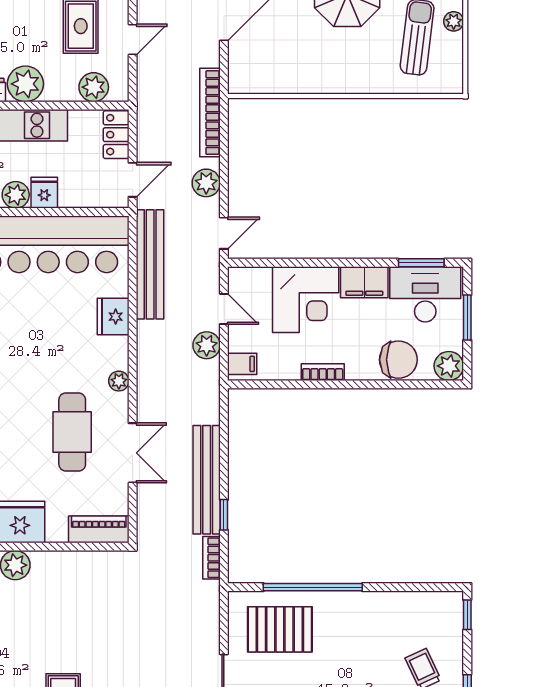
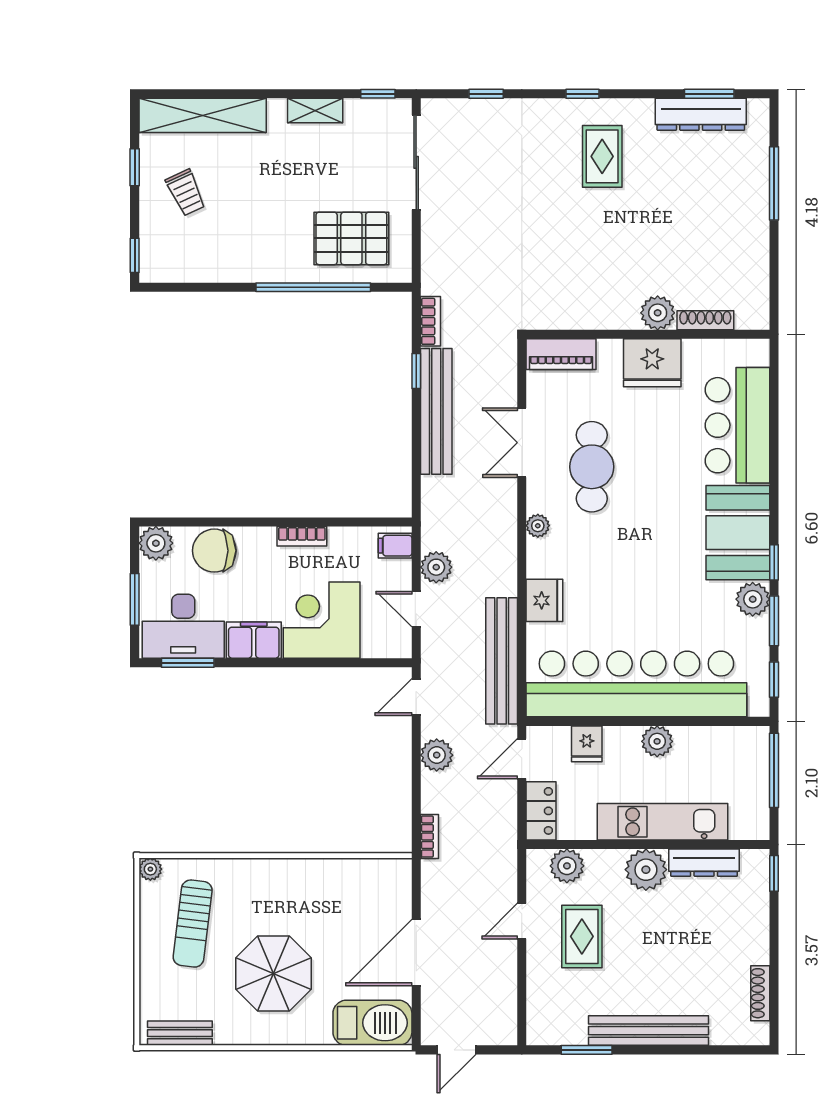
plant: (454, 21) -> (150, 869), moved
bookcase: (210, 113) -> (429, 836), width x0.43, depth x0.76
fridge: (44, 193) -> (587, 744), moved

